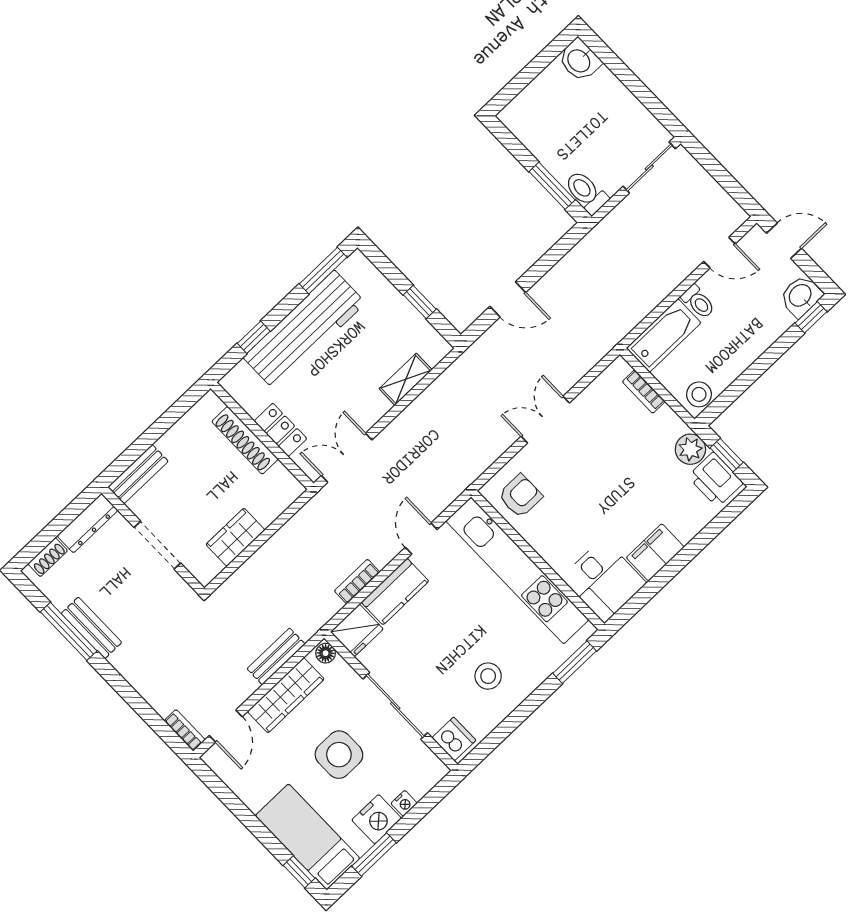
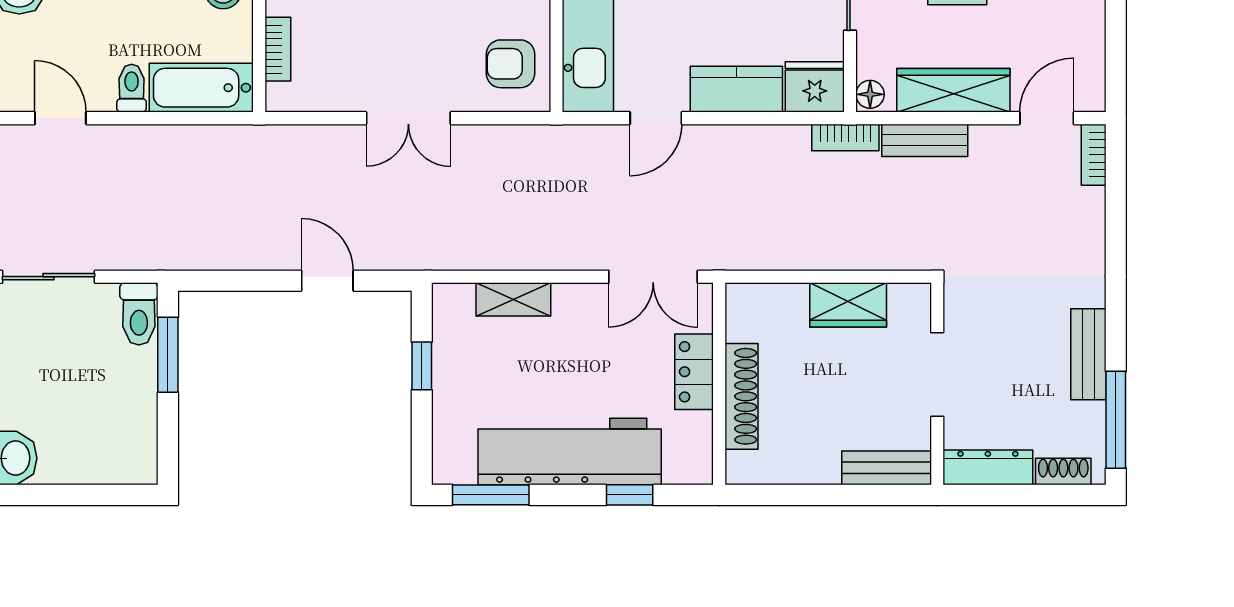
bookcase: (357, 582) -> (845, 137), moved
window: (69, 631) -> (1116, 420), moved

